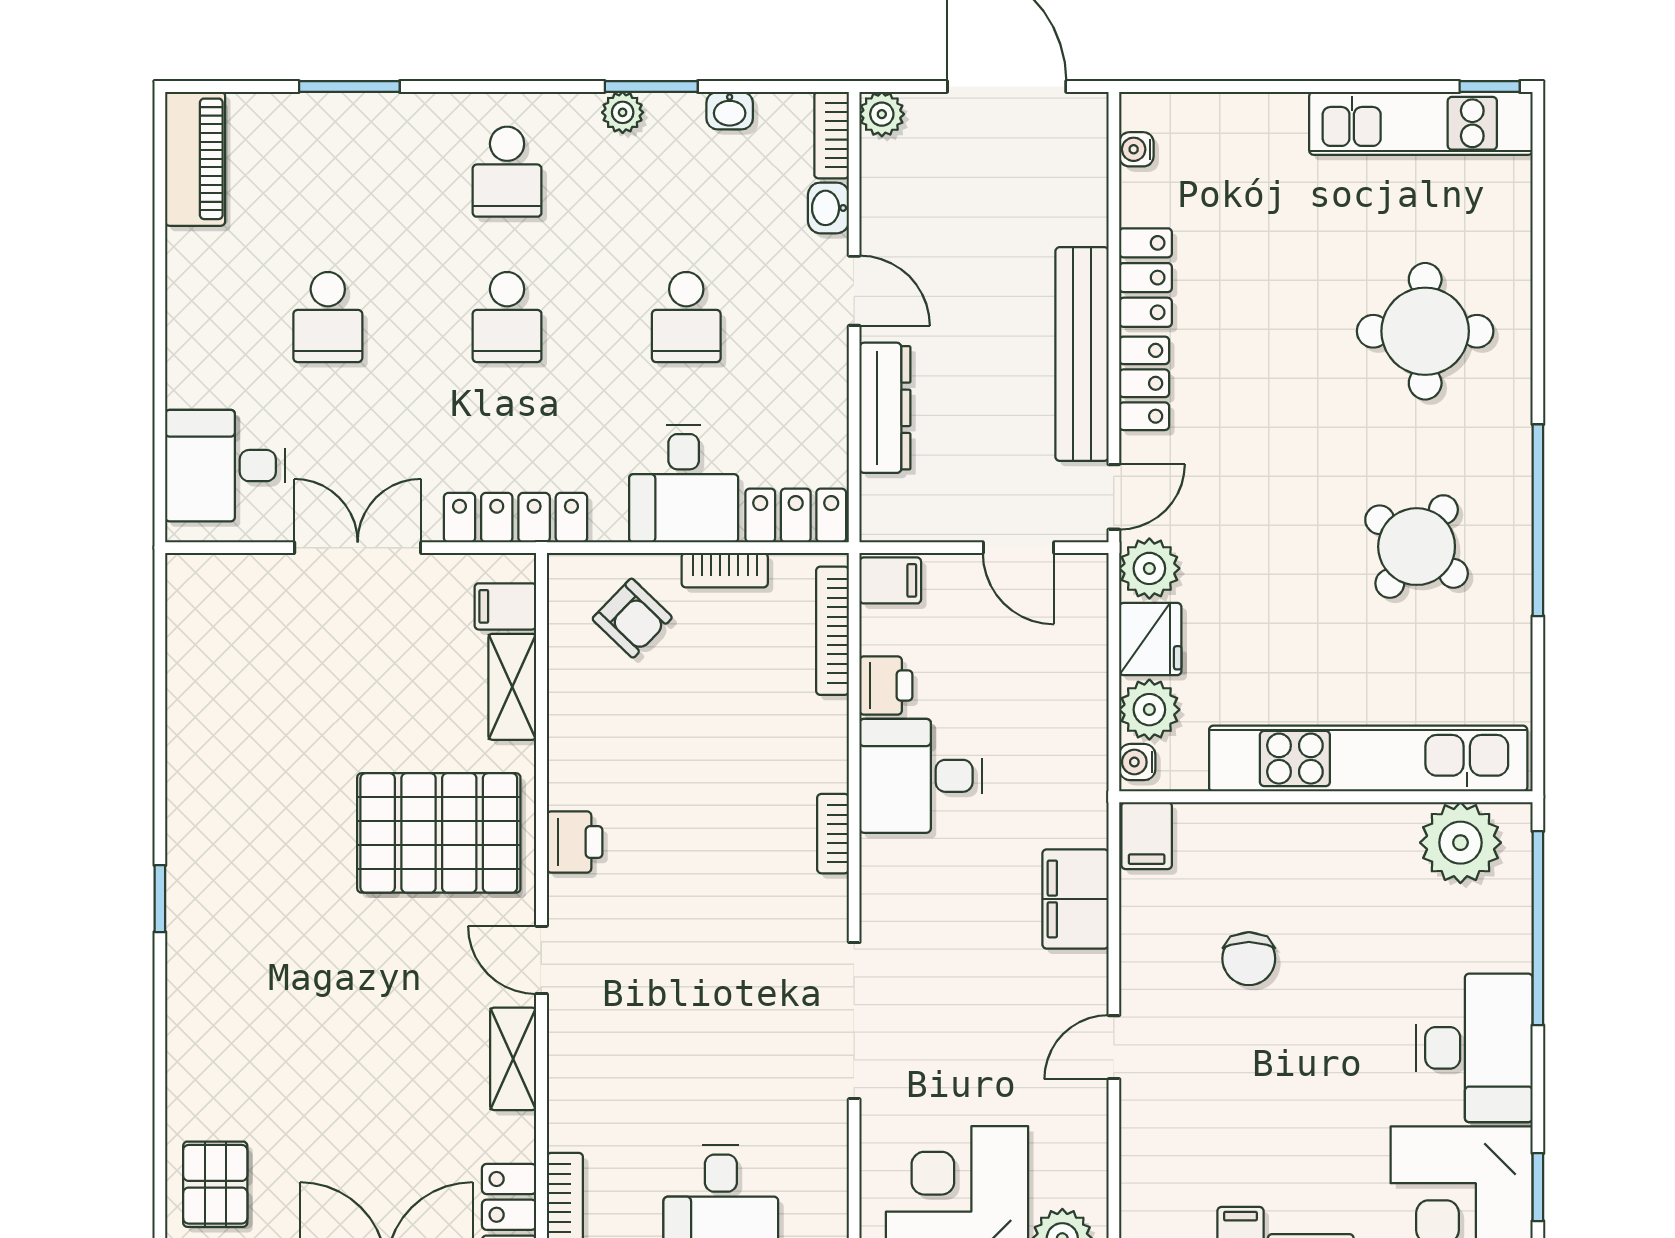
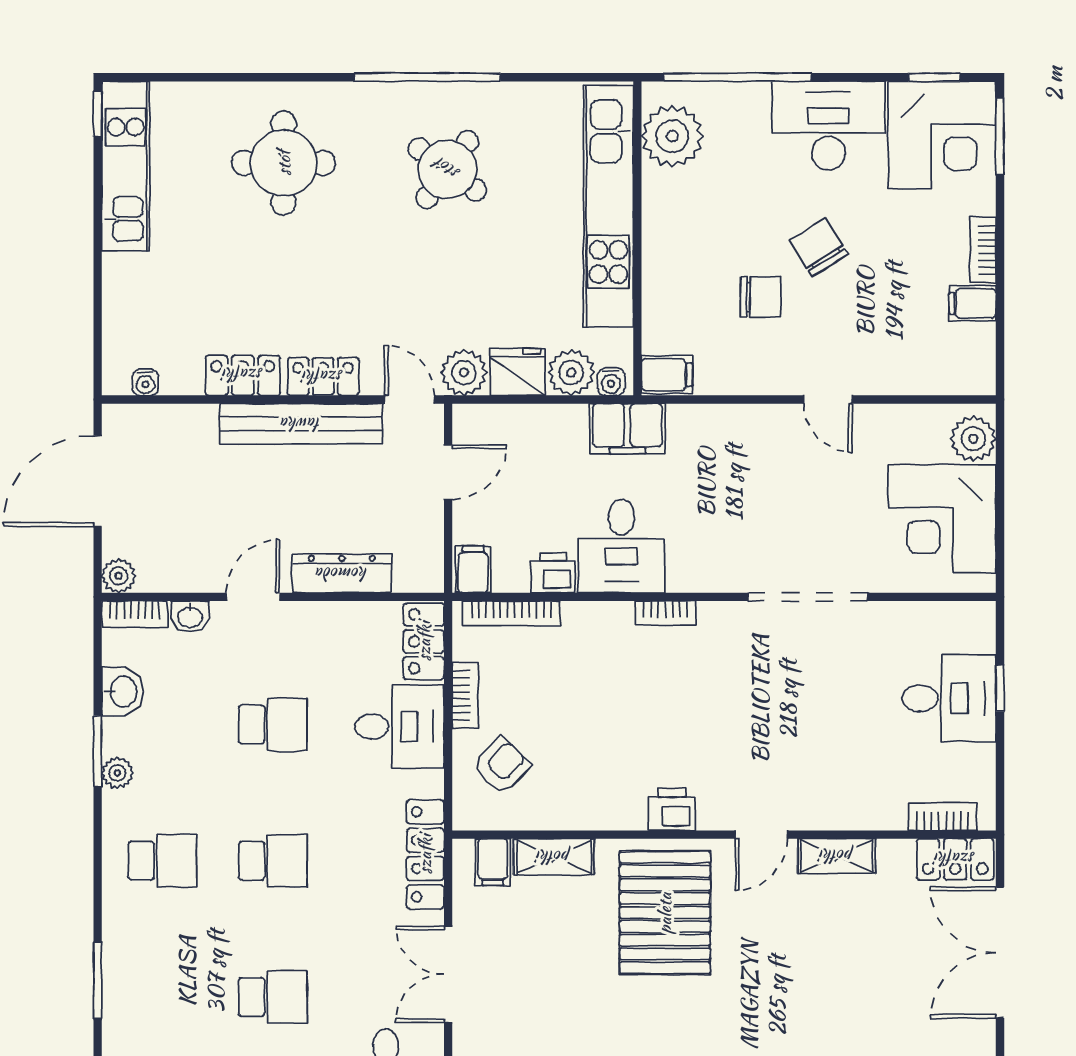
washbasin: (730, 111) -> (122, 692), width x1.38, depth x1.45
filing cabinet: (1076, 899) -> (627, 429), moved
chair: (1314, 1035) -> (819, 247), added

